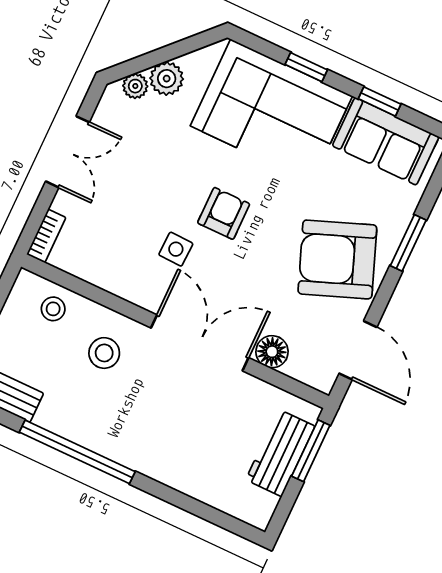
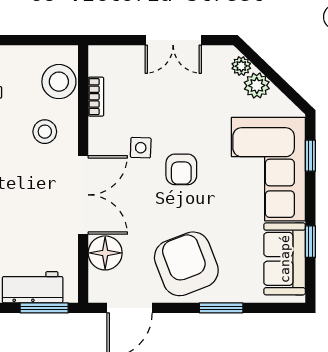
window: (306, 67) -> (310, 156), moved
armchair: (224, 213) -> (181, 169), turned 90
bookcase: (46, 236) -> (96, 97), moved, turned -90
stool: (53, 309) -> (59, 82), width x1.89, depth x1.89
floor lamp: (272, 352) -> (105, 253), width x1.38, depth x1.38

